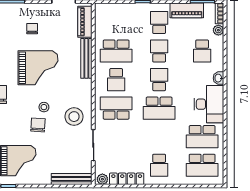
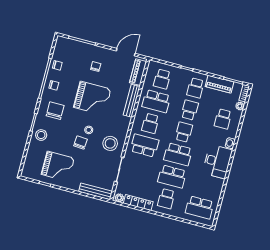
school desk: (116, 22) -> (162, 79), added
school desk: (159, 22) -> (195, 88), turned 180
school desk: (202, 137) -> (172, 176), moved

